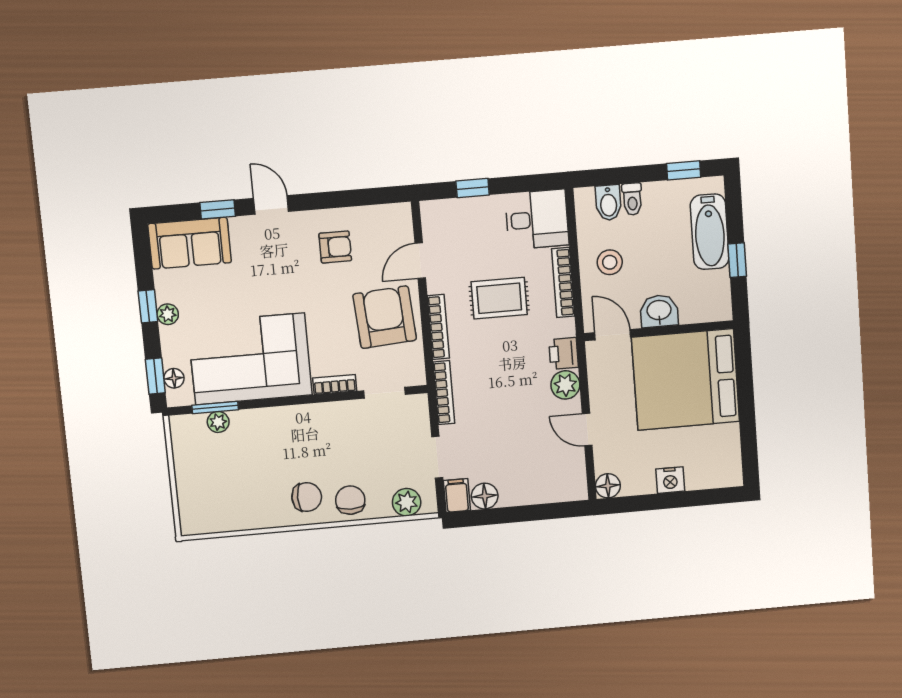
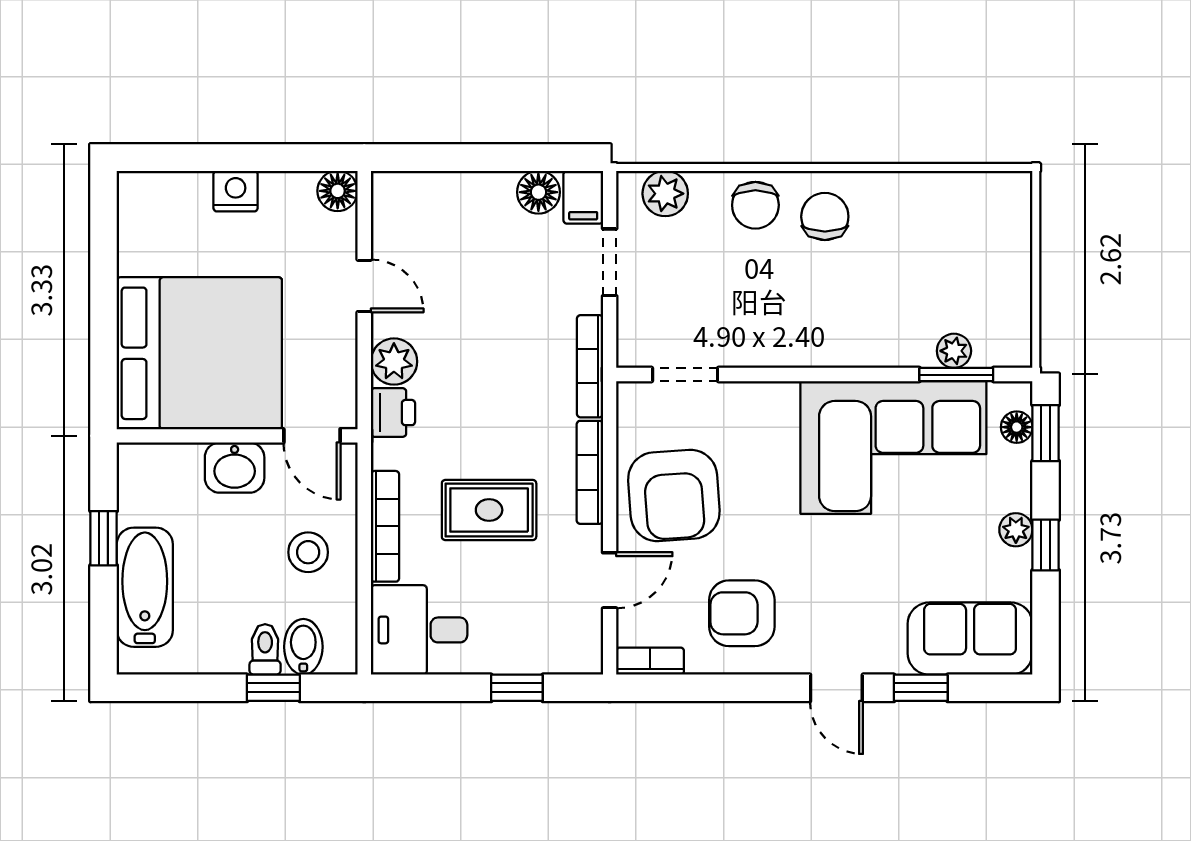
window: (684, 170) -> (273, 688), moved
armchair: (335, 247) -> (742, 613), width x1.38, depth x1.38
bookcase: (335, 385) -> (650, 661), moved, turned 180
chair: (307, 497) -> (825, 217), turned 90

